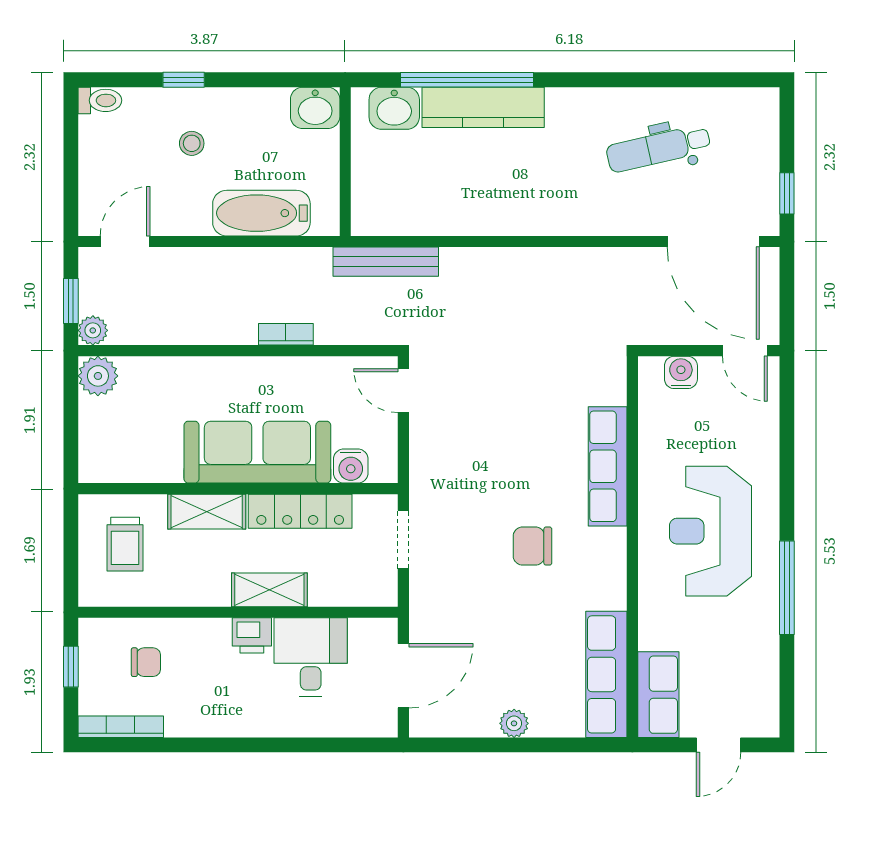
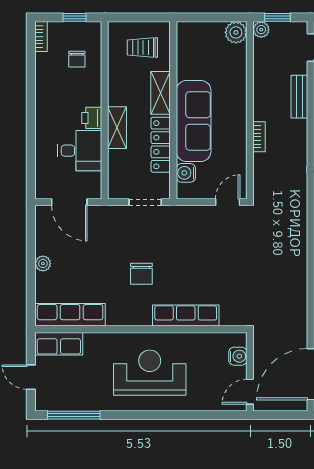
bench: (386, 262) -> (299, 97), moved, width x0.73
chair: (532, 546) -> (141, 274), turned 180
window: (787, 588) -> (74, 415), moved
bookcase: (121, 727) -> (41, 37), width x0.64

